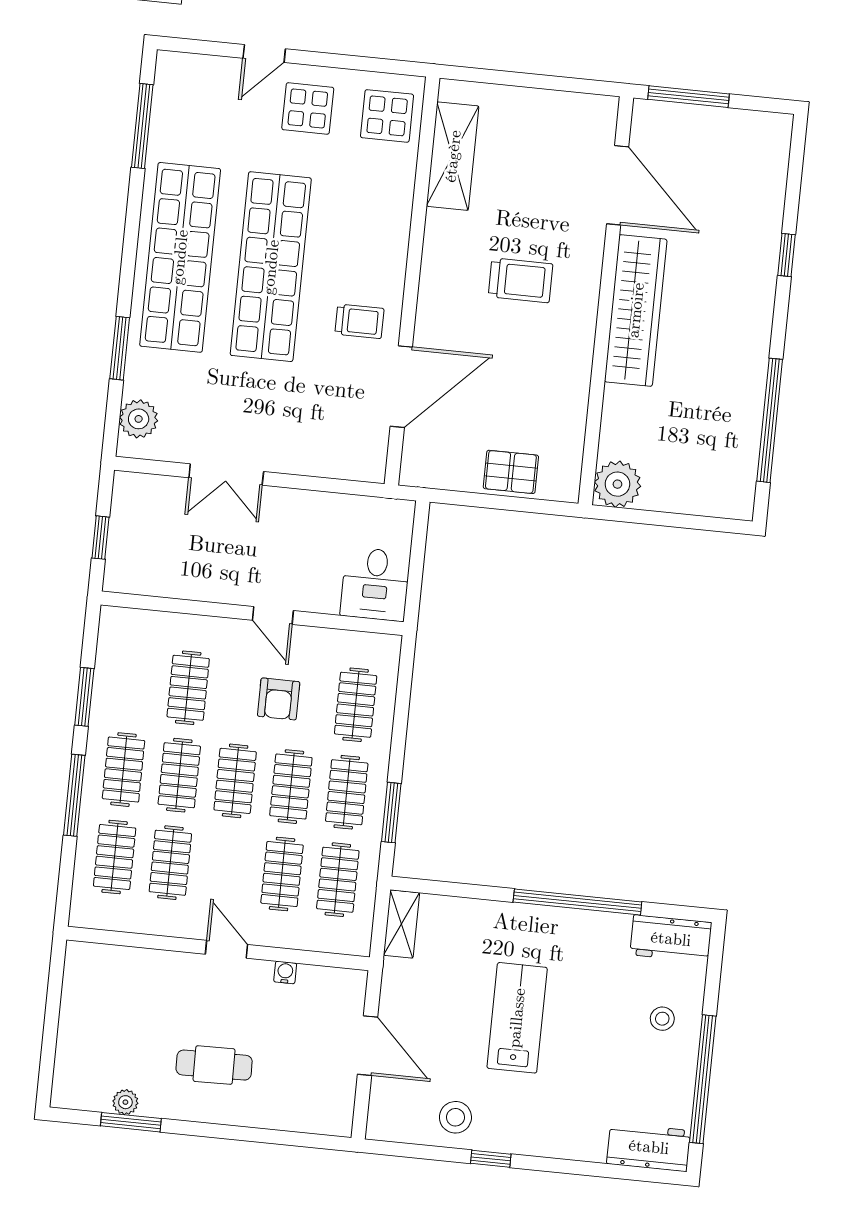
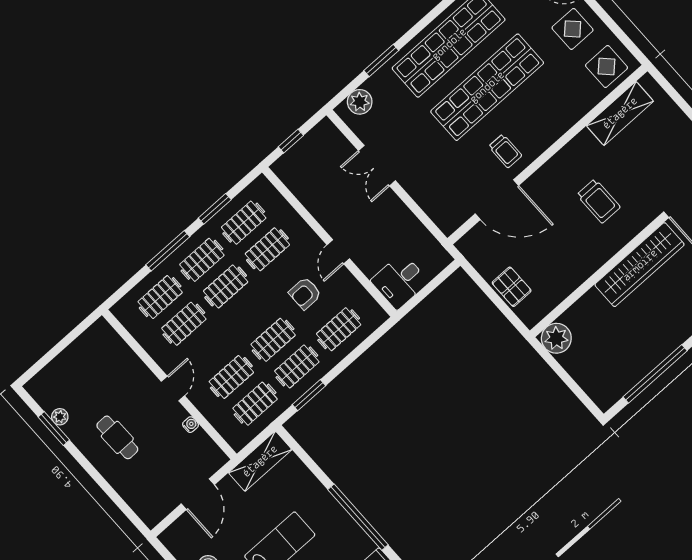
clothes rail: (235, 781) -> (244, 223), moved
shelving: (402, 924) -> (260, 461), width x1.50, depth x1.33

